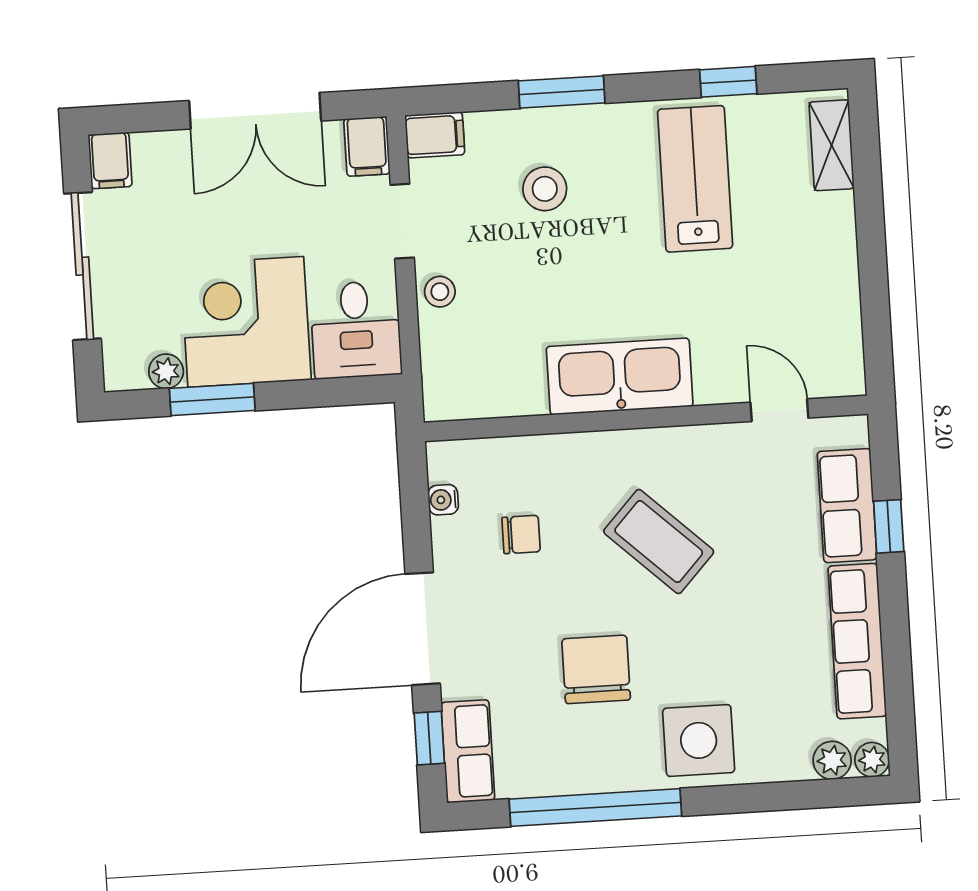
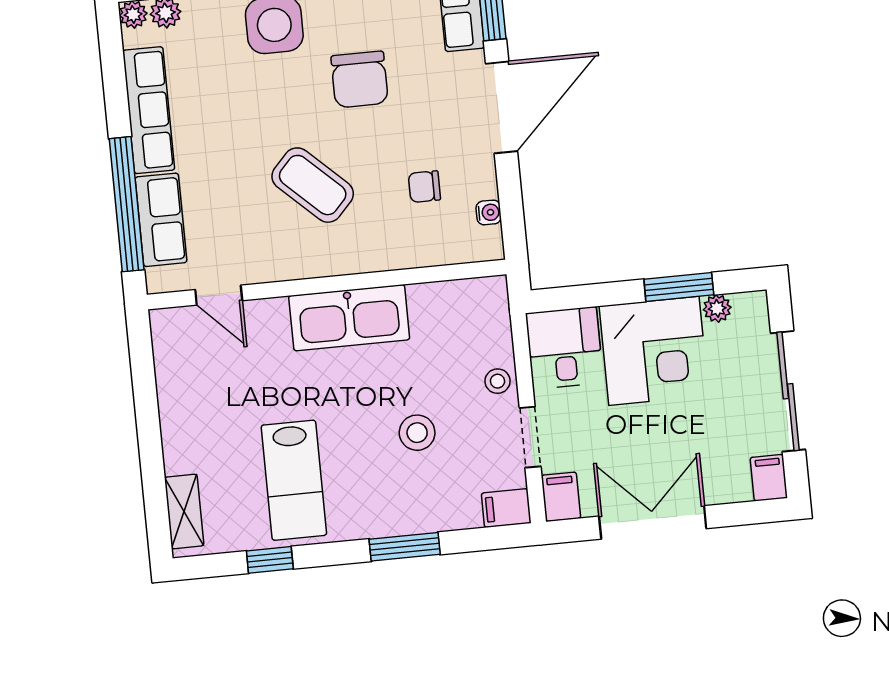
stool: (545, 189) -> (417, 433), moved
window: (889, 526) -> (127, 204), width x3.17

